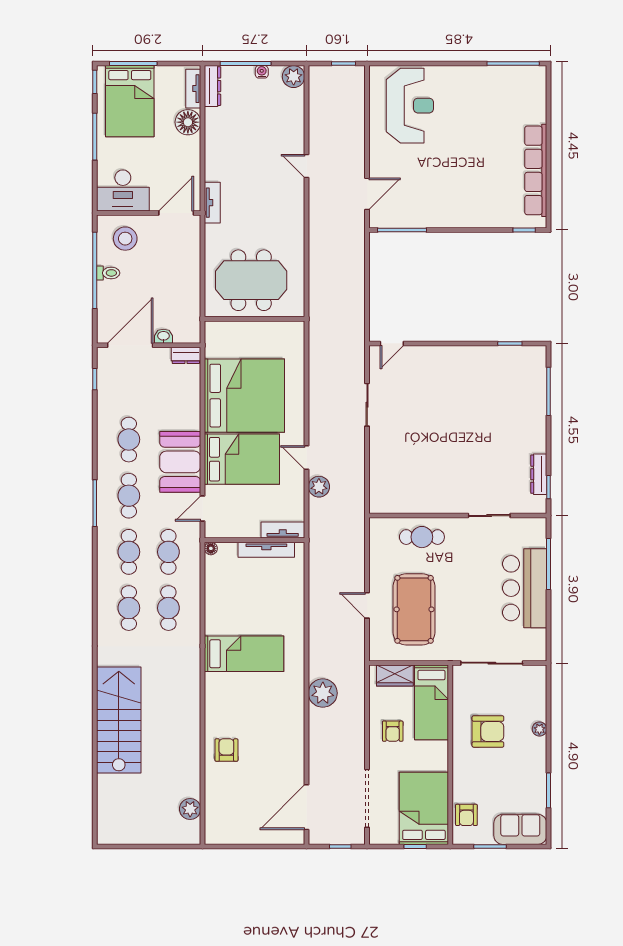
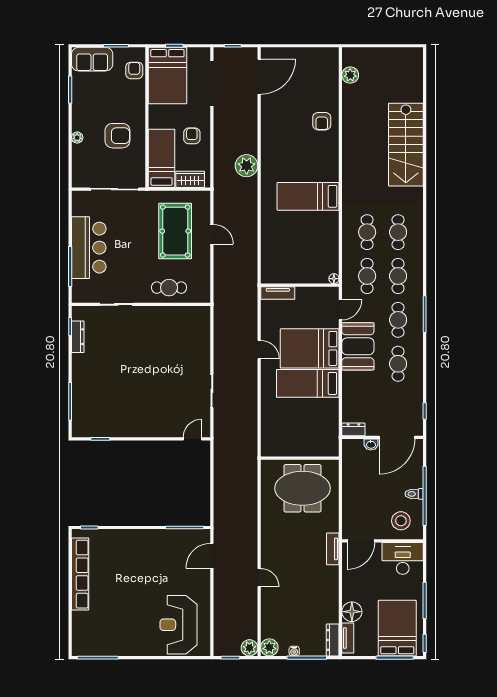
bed: (244, 396) -> (308, 383), width x0.49
plant: (319, 487) -> (249, 648), moved
tv unit: (266, 550) -> (291, 278), removed
armchair: (488, 731) -> (117, 136), turned 180

